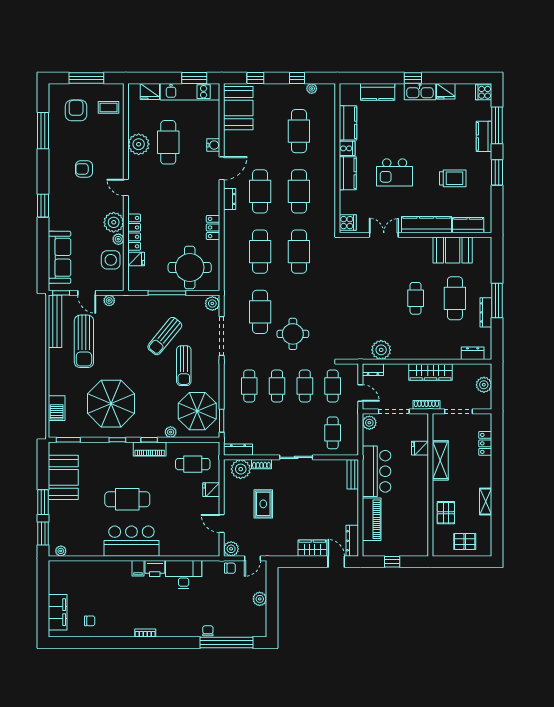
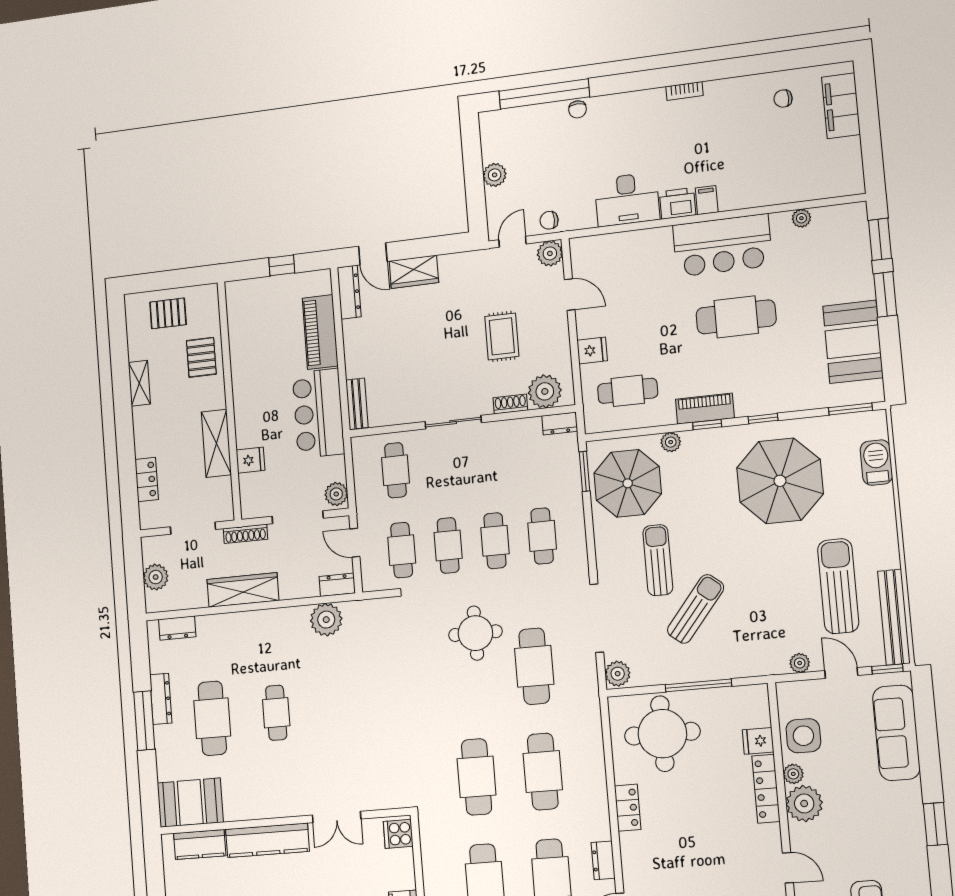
booth: (453, 250) -> (190, 803), moved
dresser: (238, 450) -> (560, 424), width x0.70
plant: (61, 551) -> (801, 218), moved

